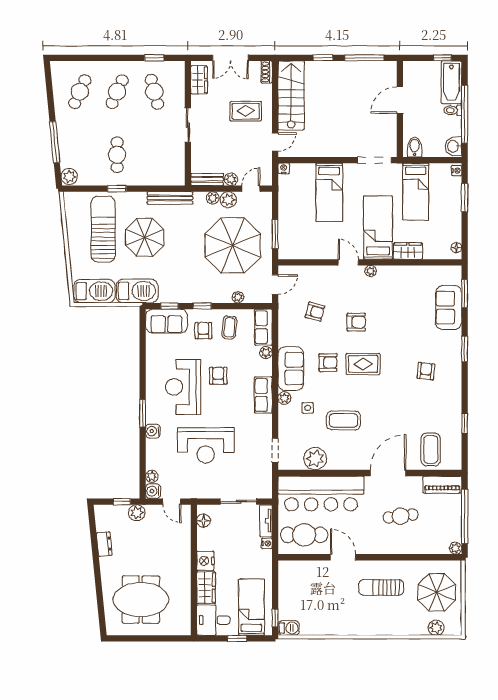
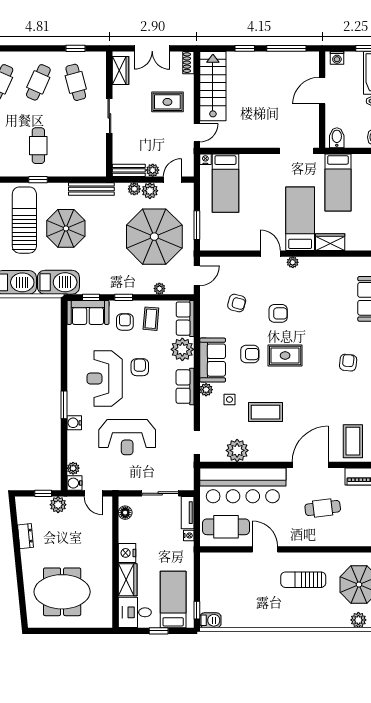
washing machine: (415, 67) -> (337, 58), added
bed: (329, 192) -> (225, 183), moved
plant: (266, 353) -> (182, 349), width x1.88, depth x1.88

